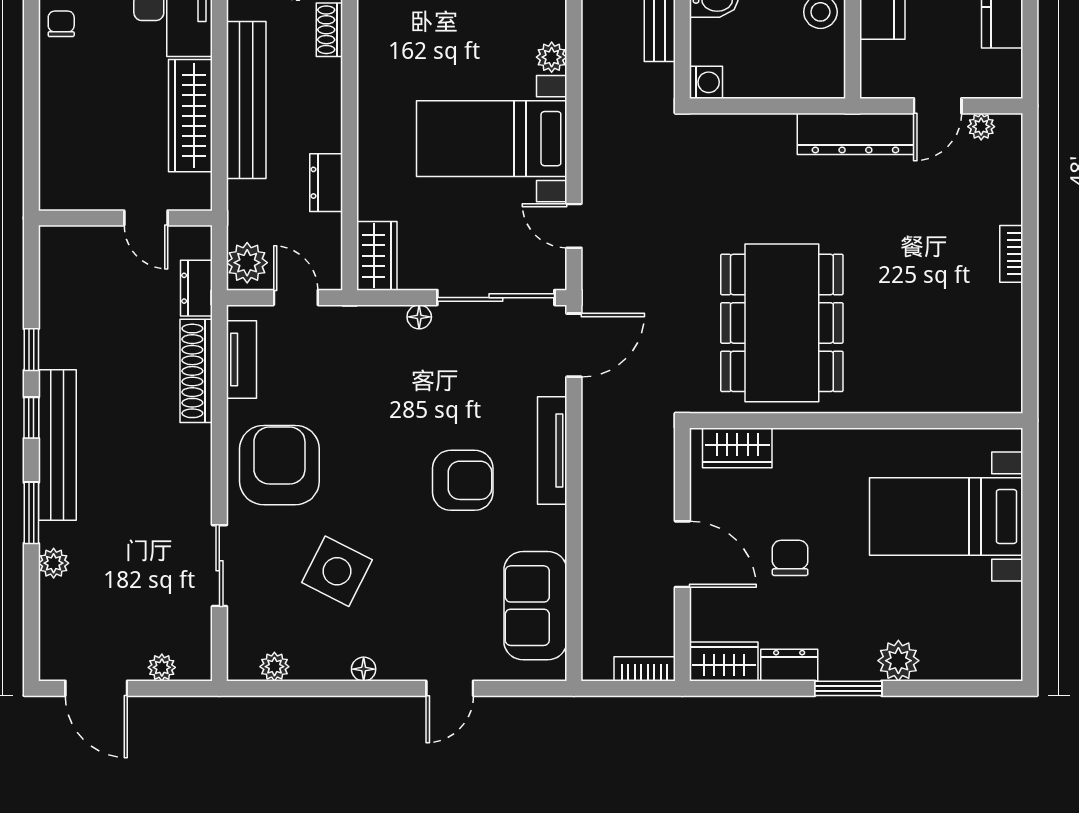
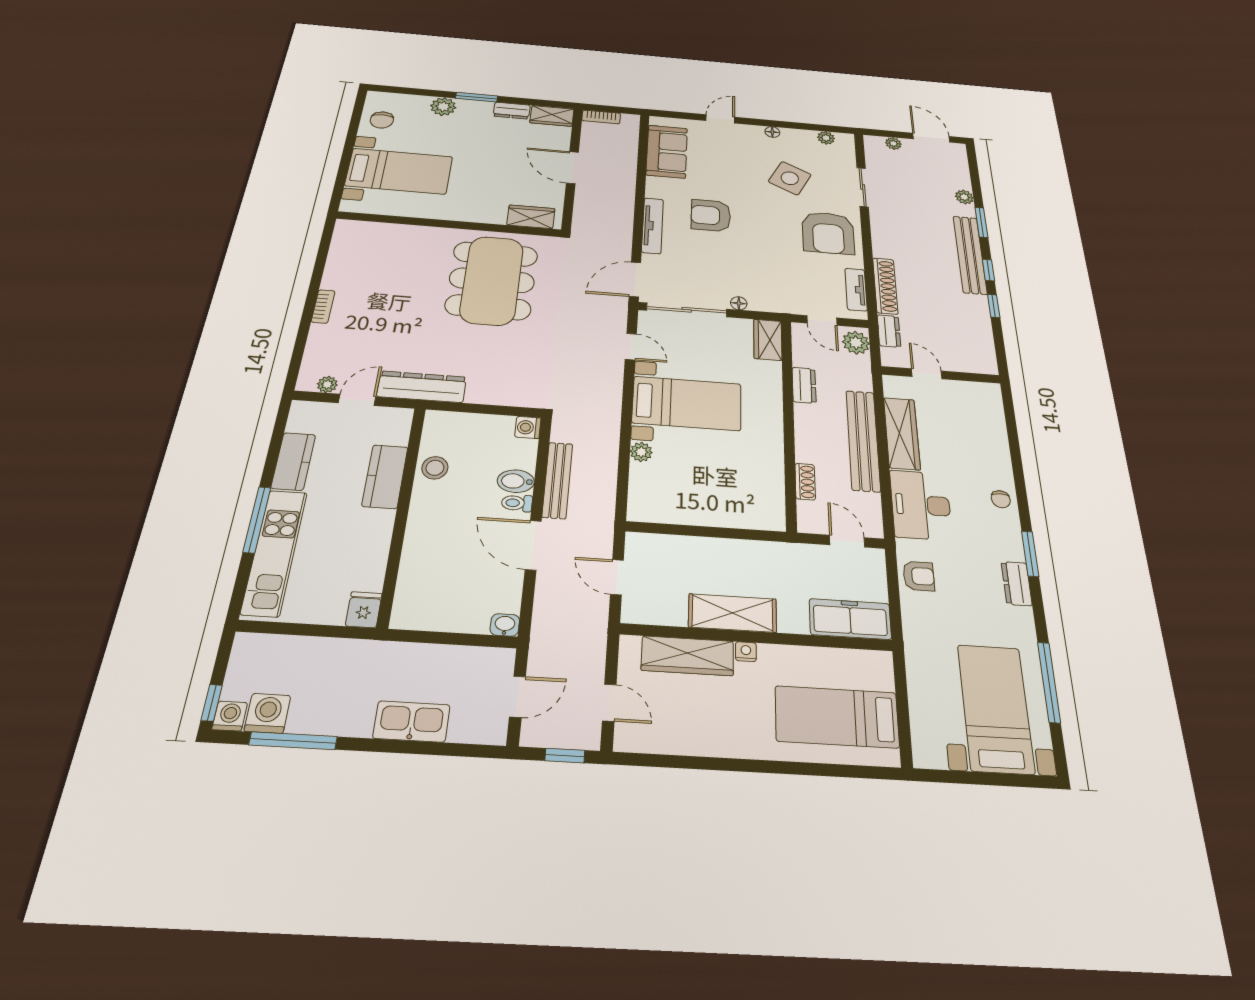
chair: (790, 558) -> (382, 120), moved

